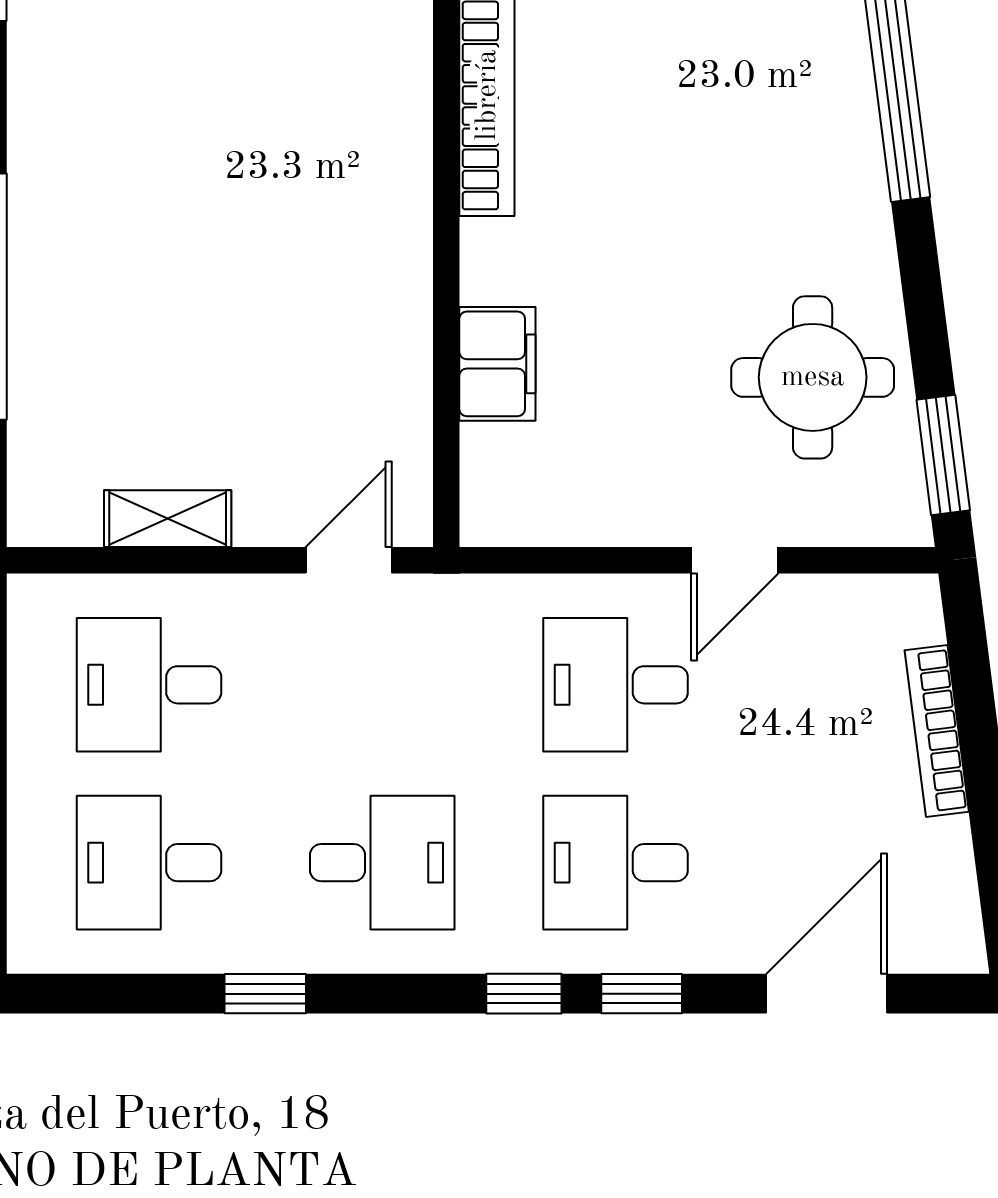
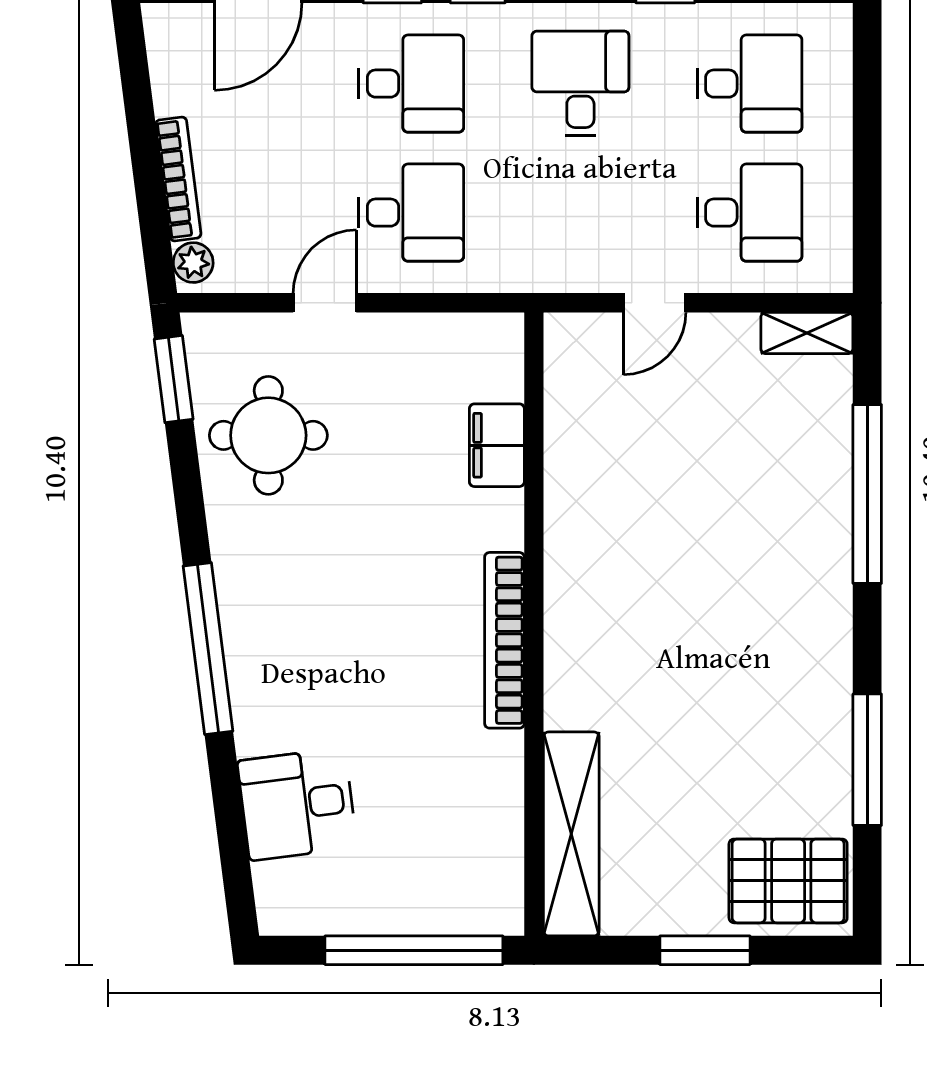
shelving: (168, 519) -> (807, 333), moved
door: (349, 560) -> (655, 303), moved
plant: (916, 616) -> (193, 263), added
desk: (382, 863) -> (580, 84), turned 90

